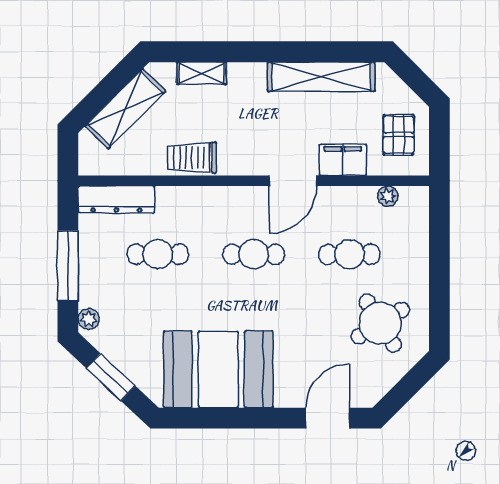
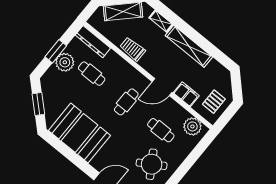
shelving: (321, 77) -> (189, 46), moved
plant: (388, 196) -> (192, 126), width x1.88, depth x1.88
cafe table: (254, 254) -> (126, 102), turned 90
window: (68, 266) -> (56, 51), width x0.69
plant: (89, 319) -> (65, 62), moved, width x1.88, depth x1.88

